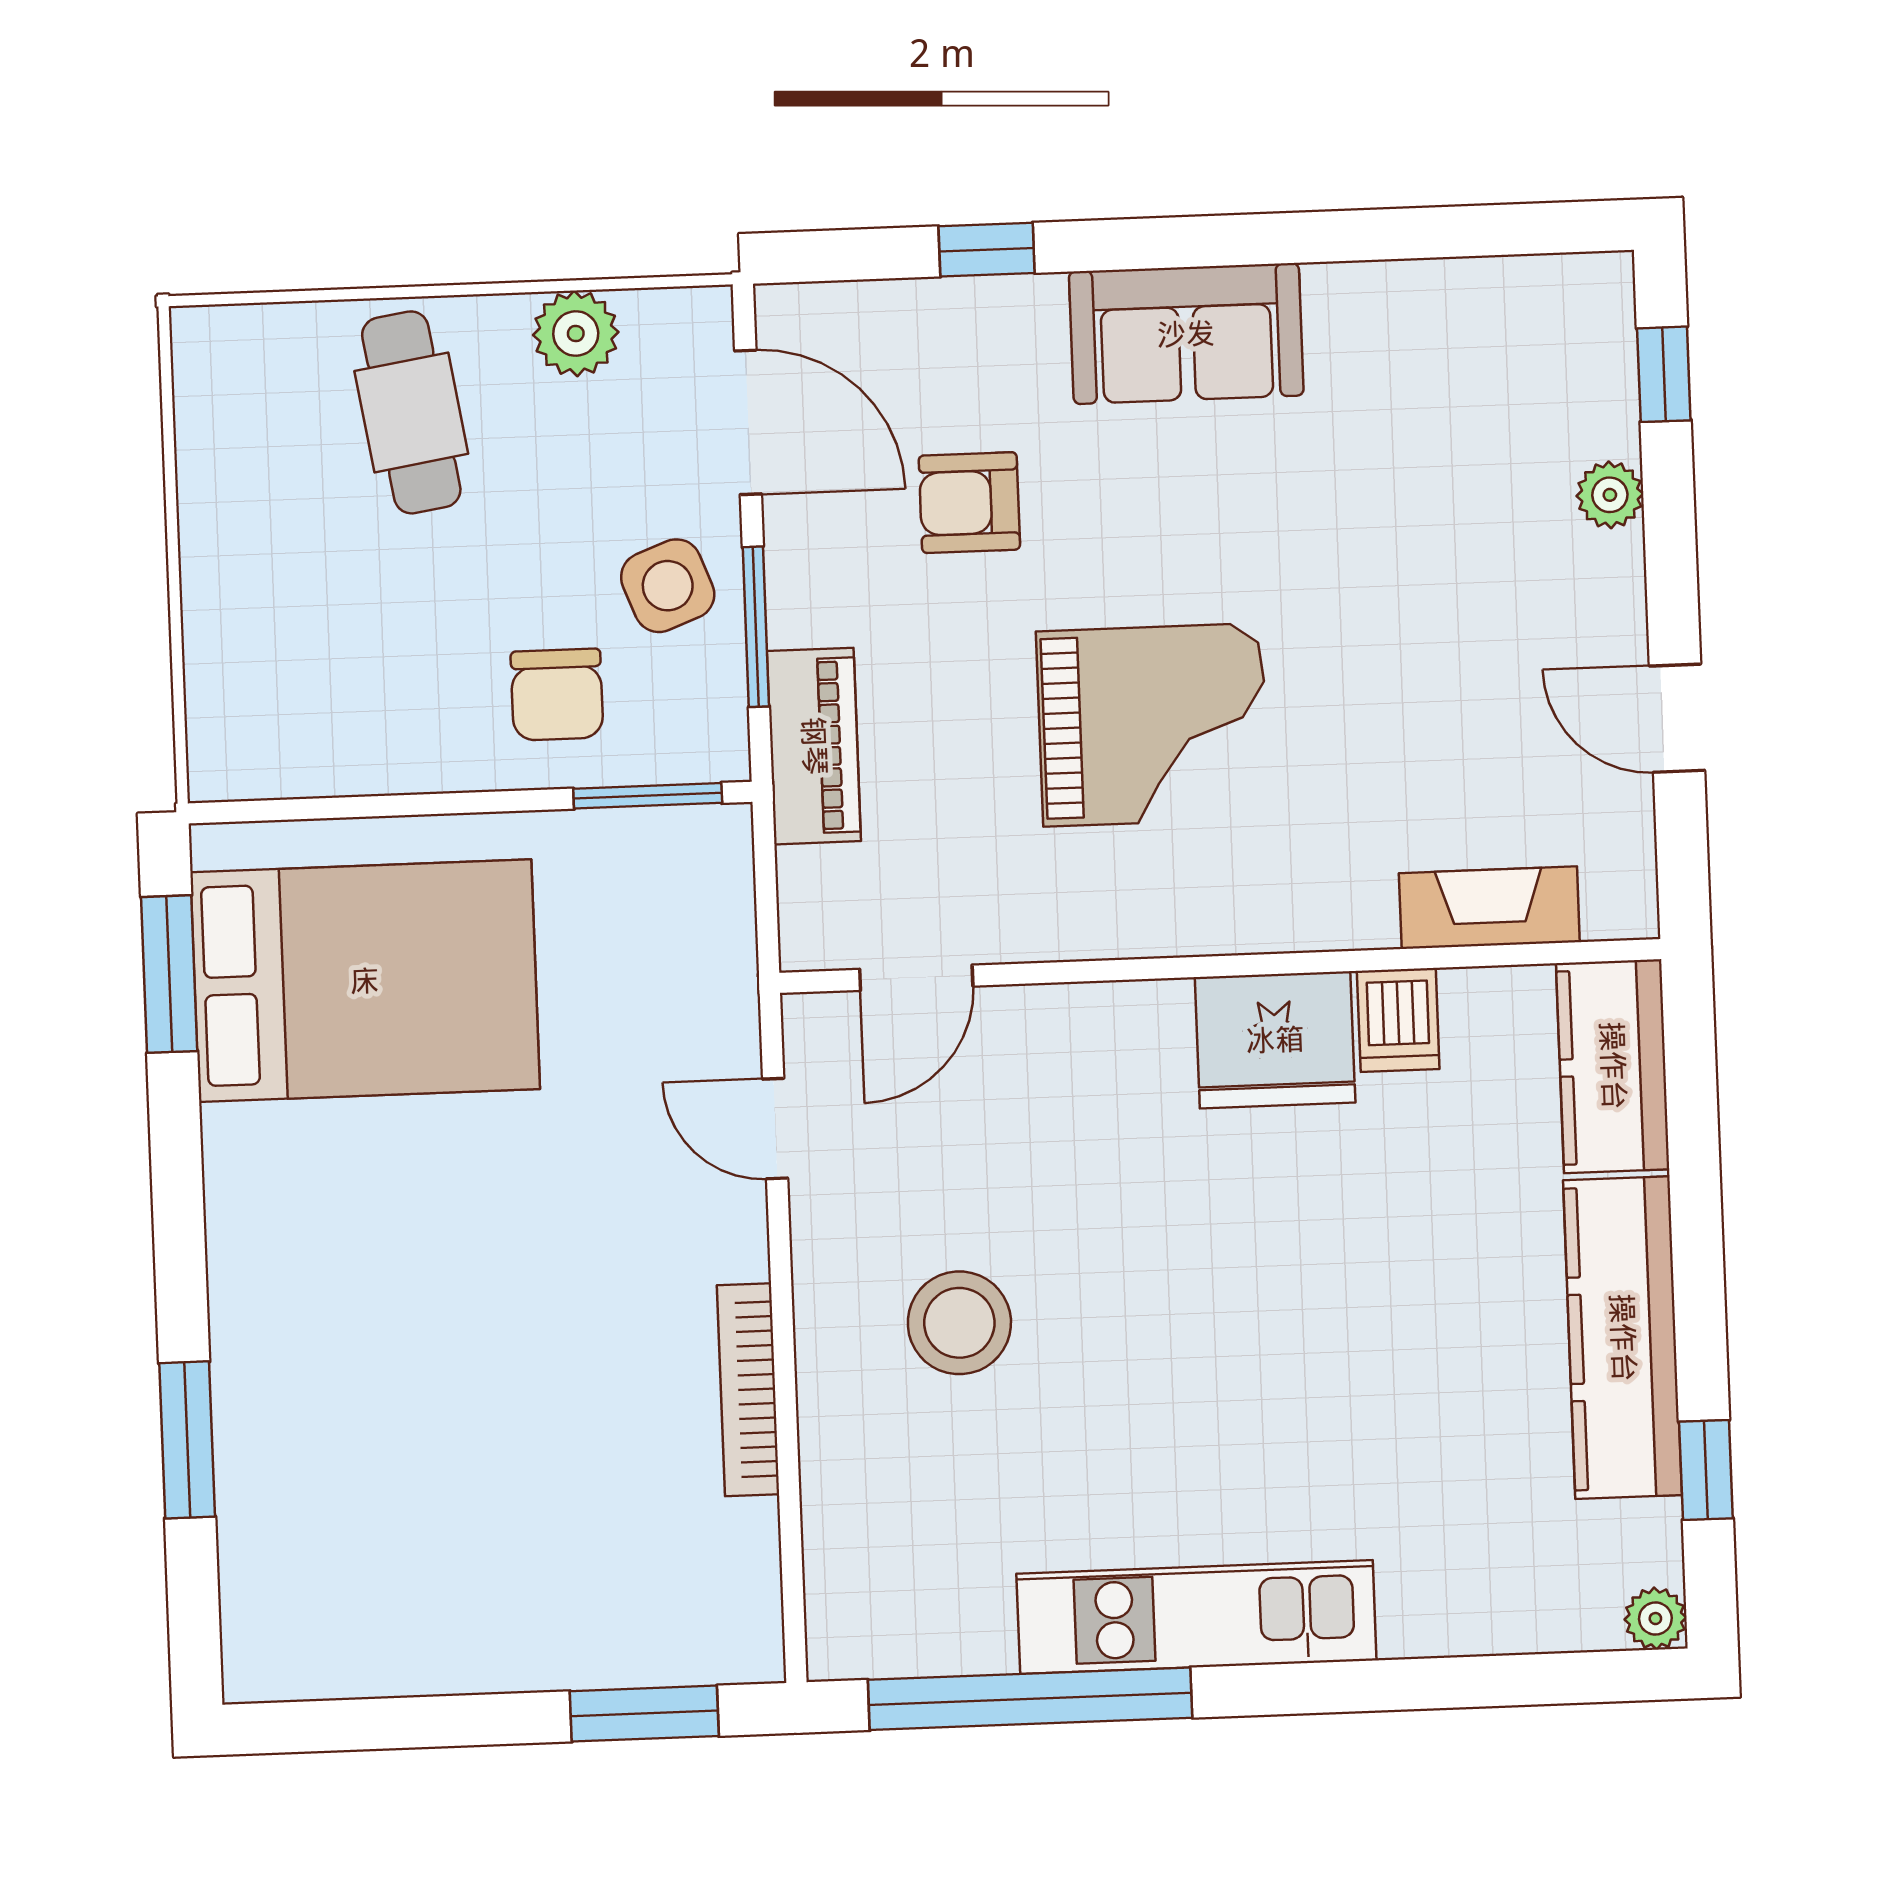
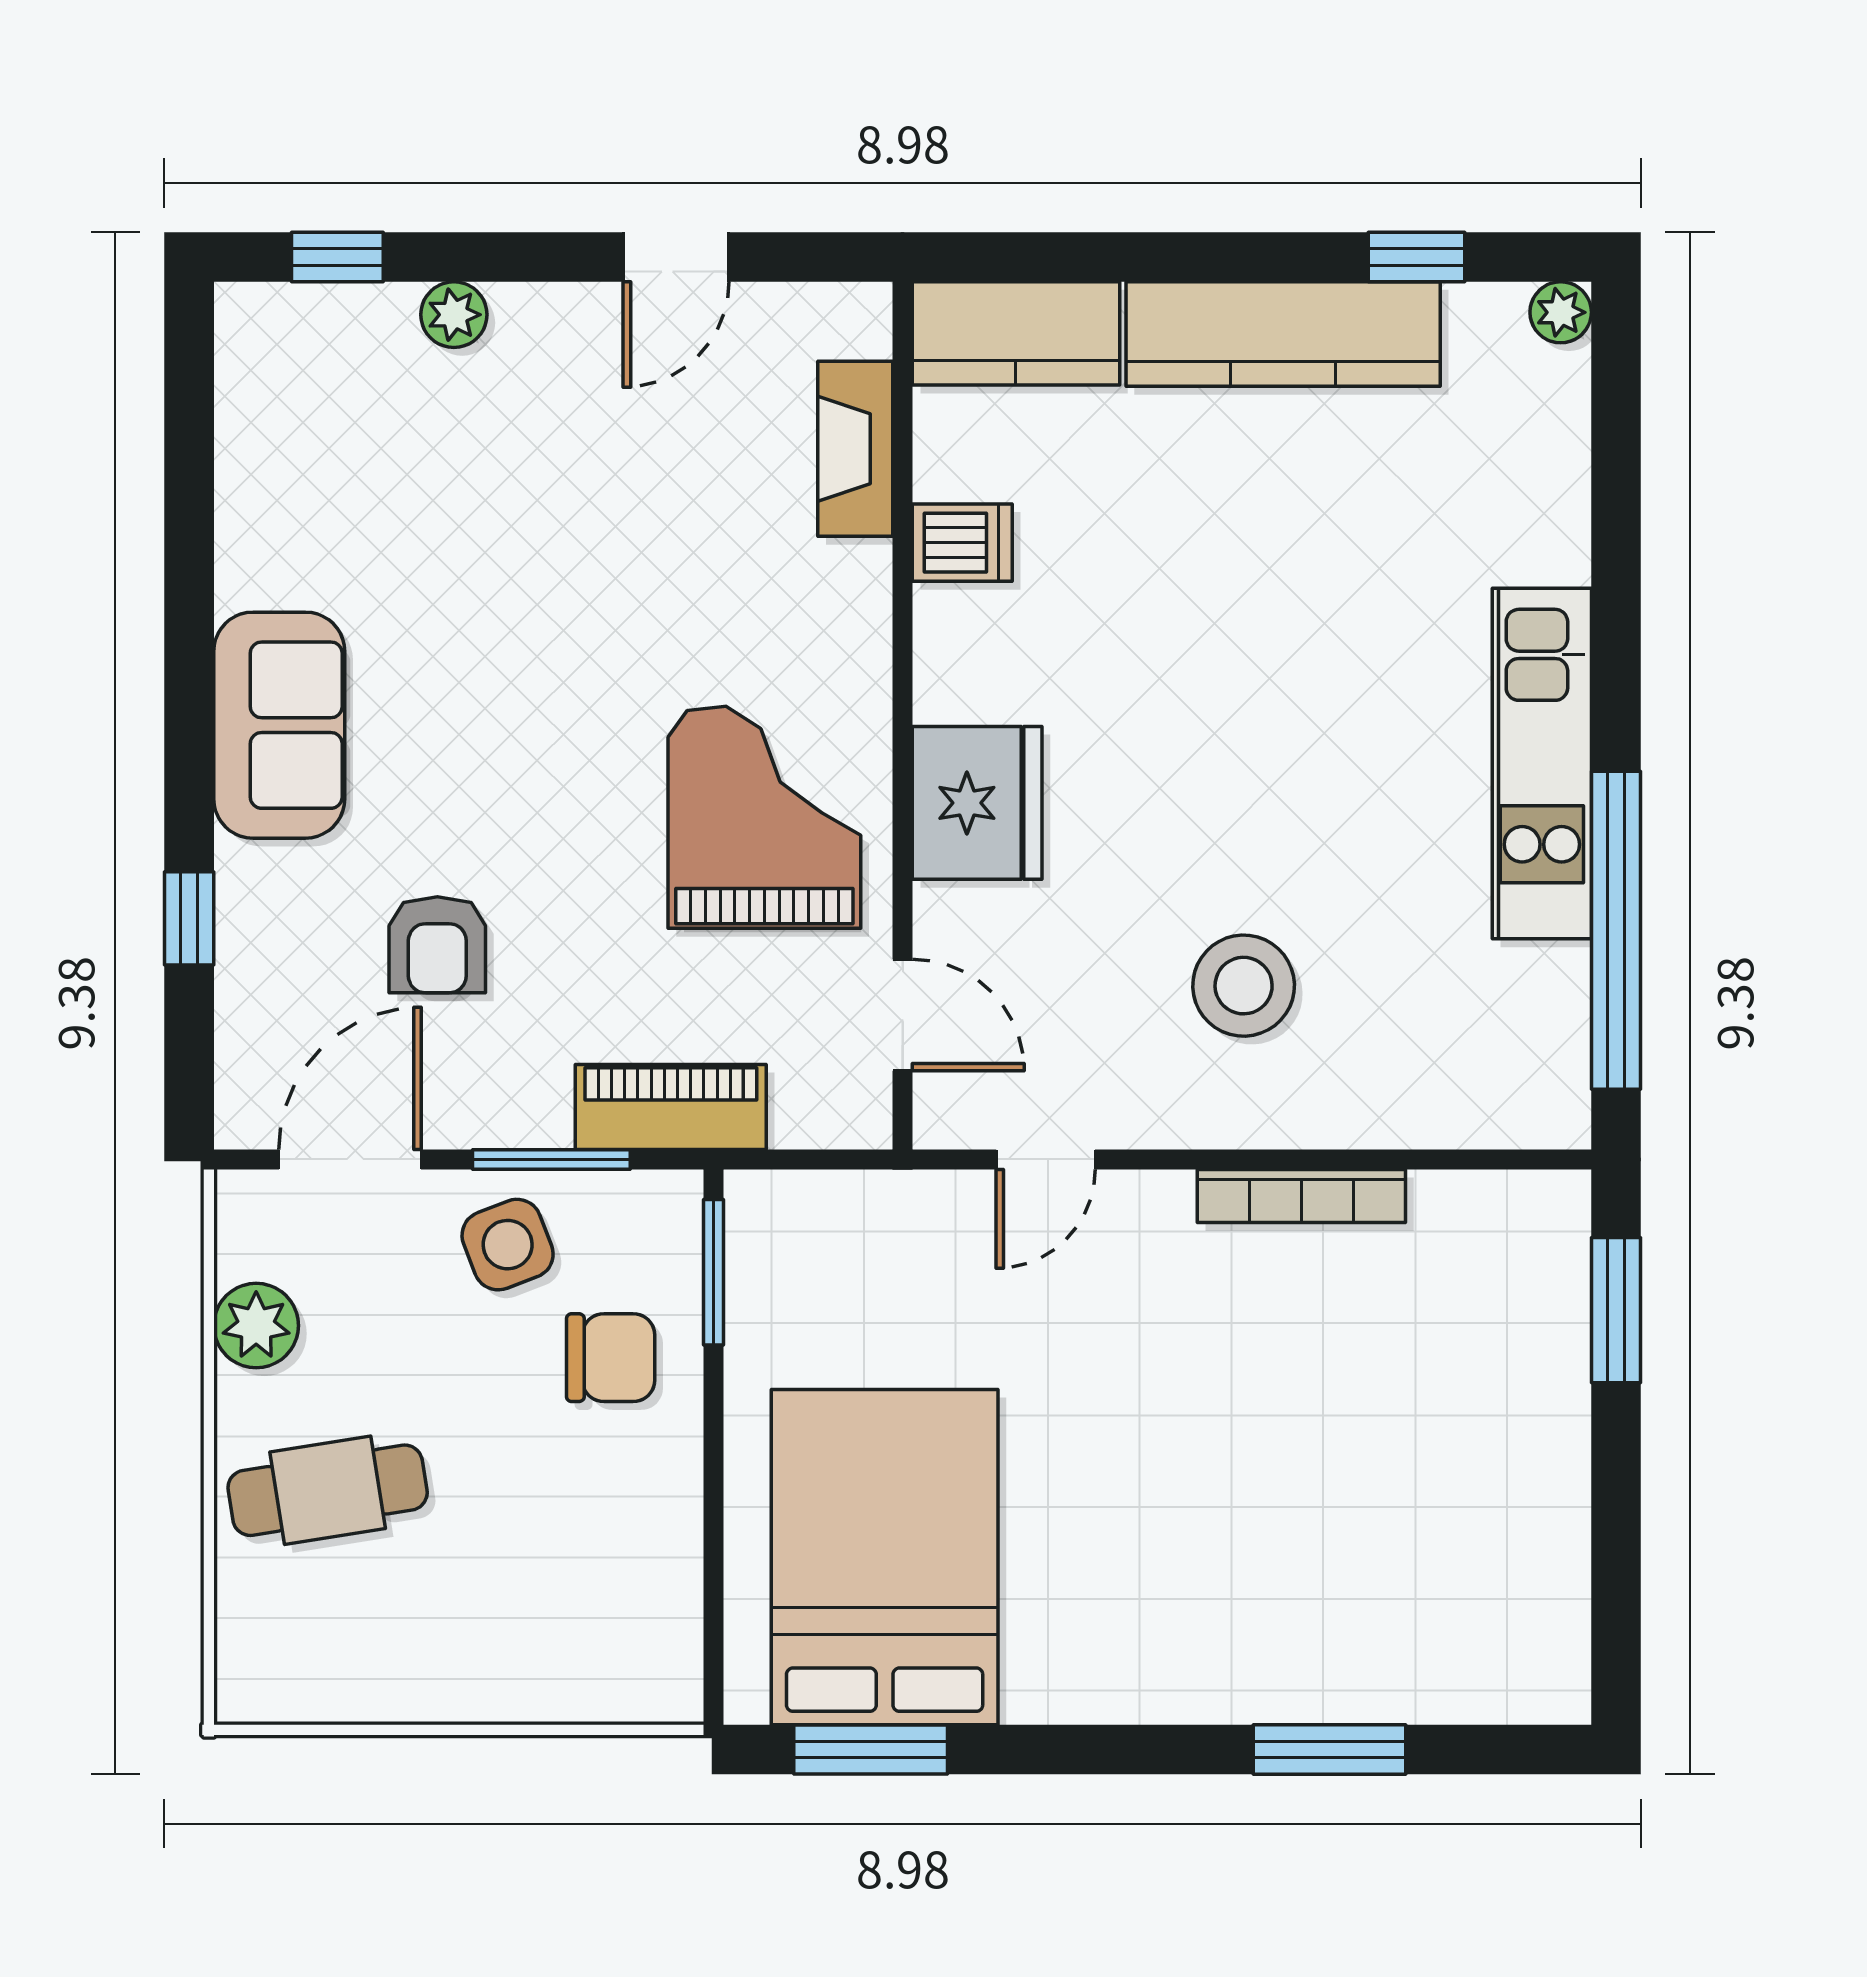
grand piano: (1152, 725) -> (764, 817), moved
fridge: (1275, 1040) -> (977, 803), moved

